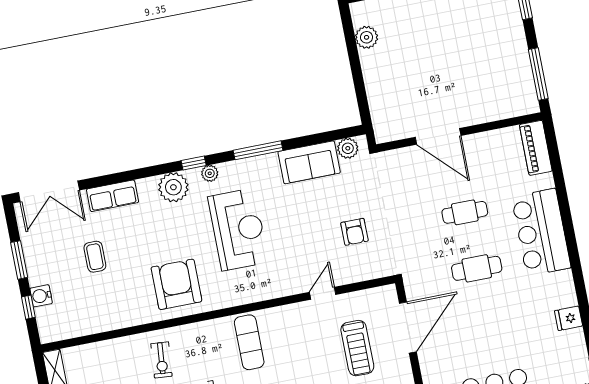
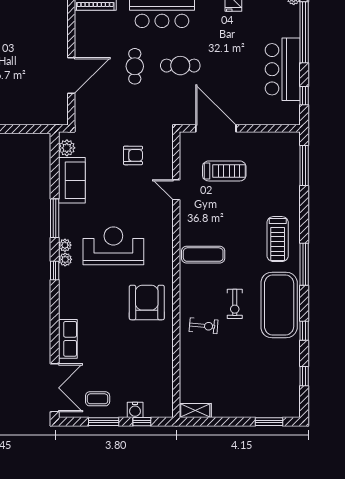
plant: (173, 187) -> (65, 245), moved, width x0.53, depth x0.53
coffee table: (95, 257) -> (98, 399), moved
cafe table: (477, 268) -> (180, 66), turned 90
armchair: (176, 284) -> (147, 302), turned 90

